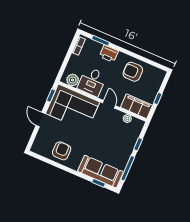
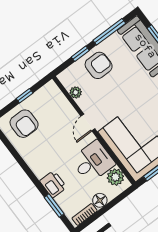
floor lamp: (74, 60) -> (100, 200), added
armchair: (133, 72) -> (24, 124), moved
filing cabinet: (137, 106) -> (56, 101), removed
armchair: (123, 143) -> (99, 65), added

